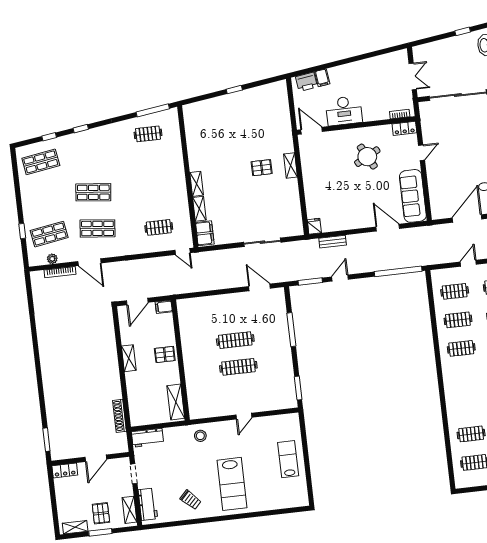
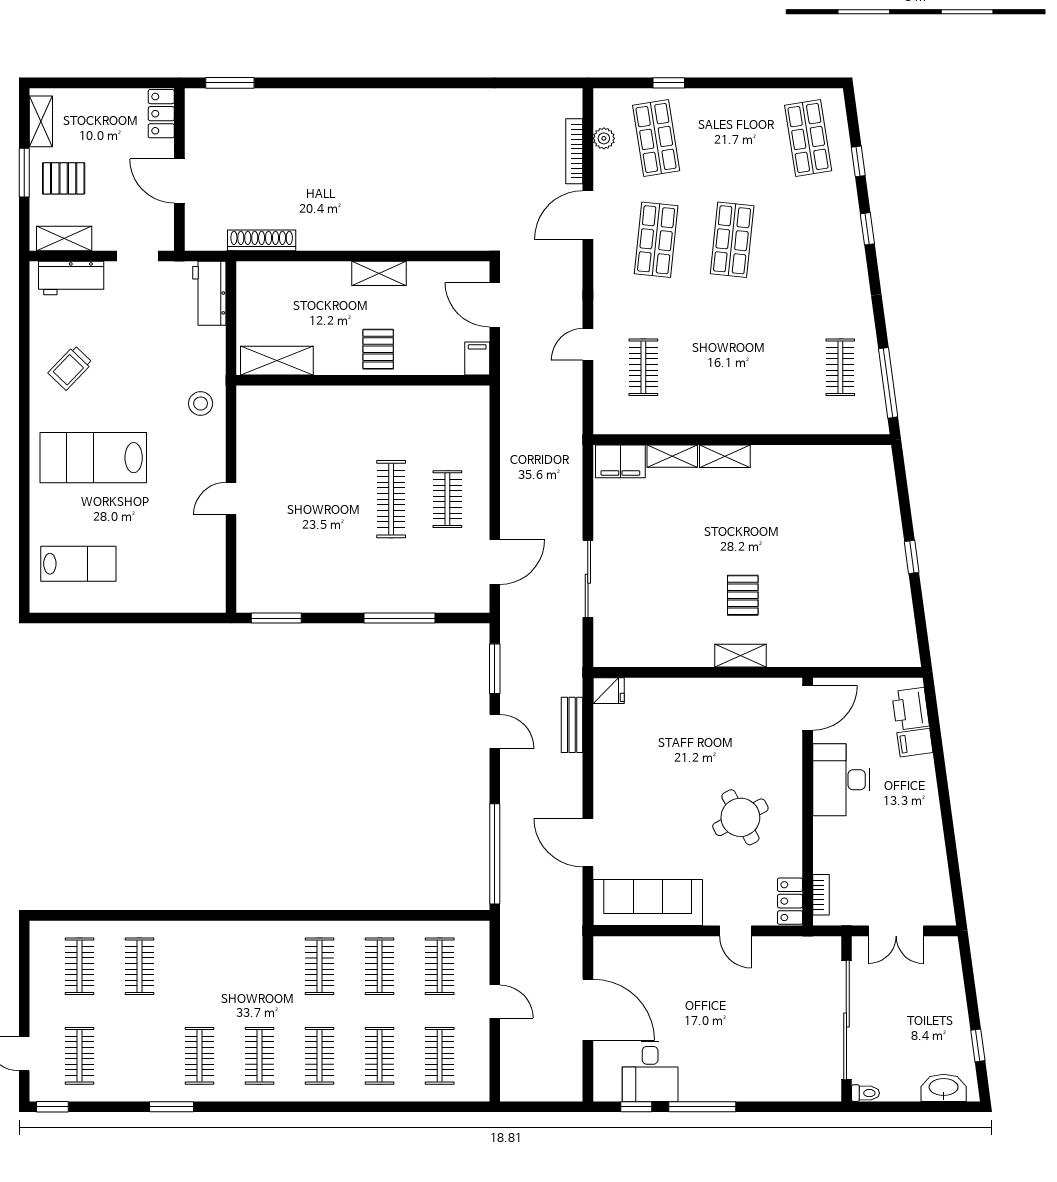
door: (388, 228) -> (588, 843), swing flipped
door: (183, 251) -> (588, 344), moved
clothes rail: (238, 367) -> (447, 499), moved, width x0.73
door: (244, 416) -> (231, 499), hinge flipped
lab bench: (288, 459) -> (78, 564), moved

